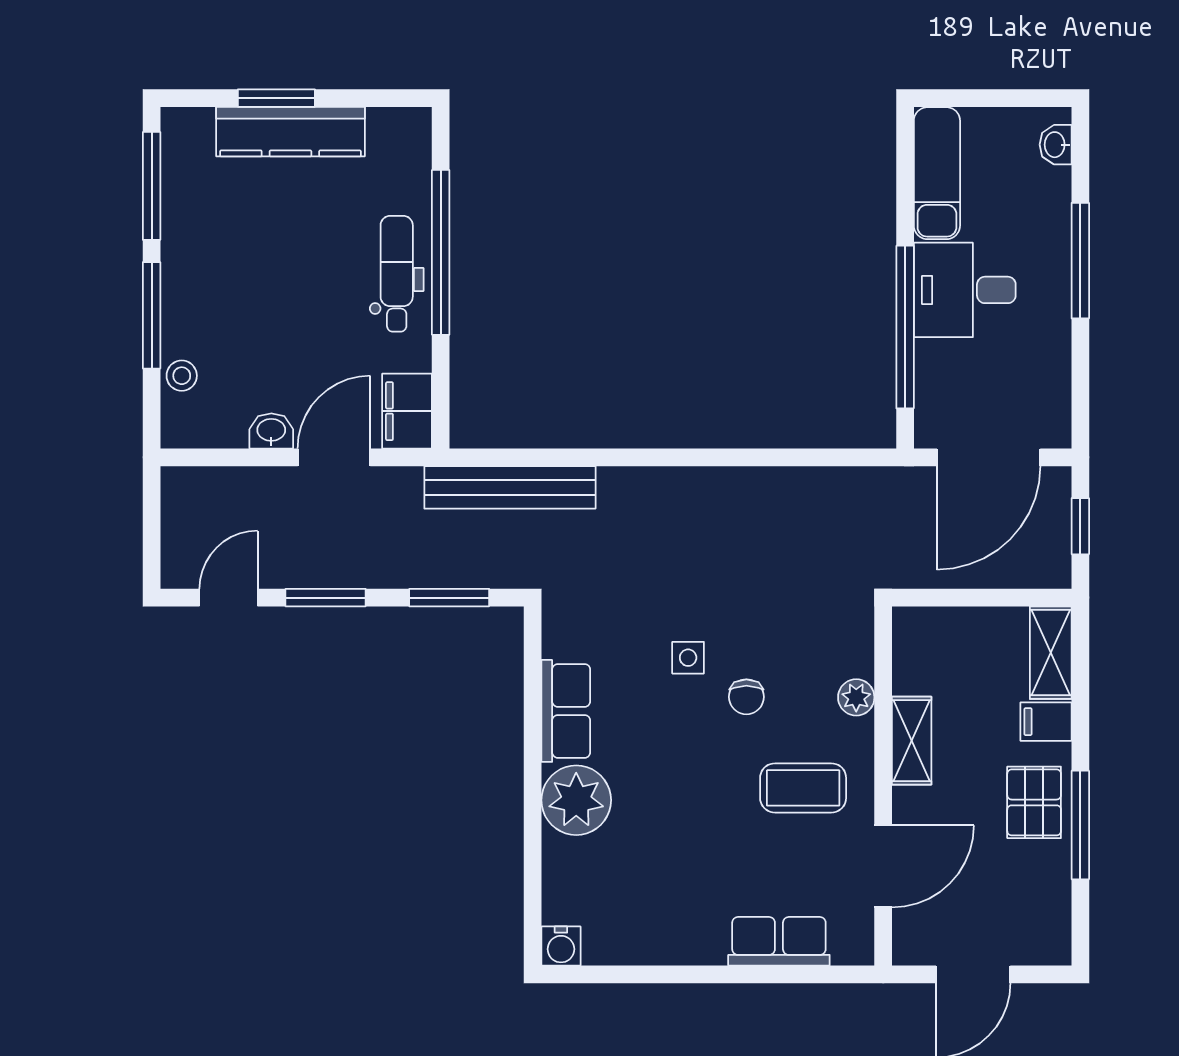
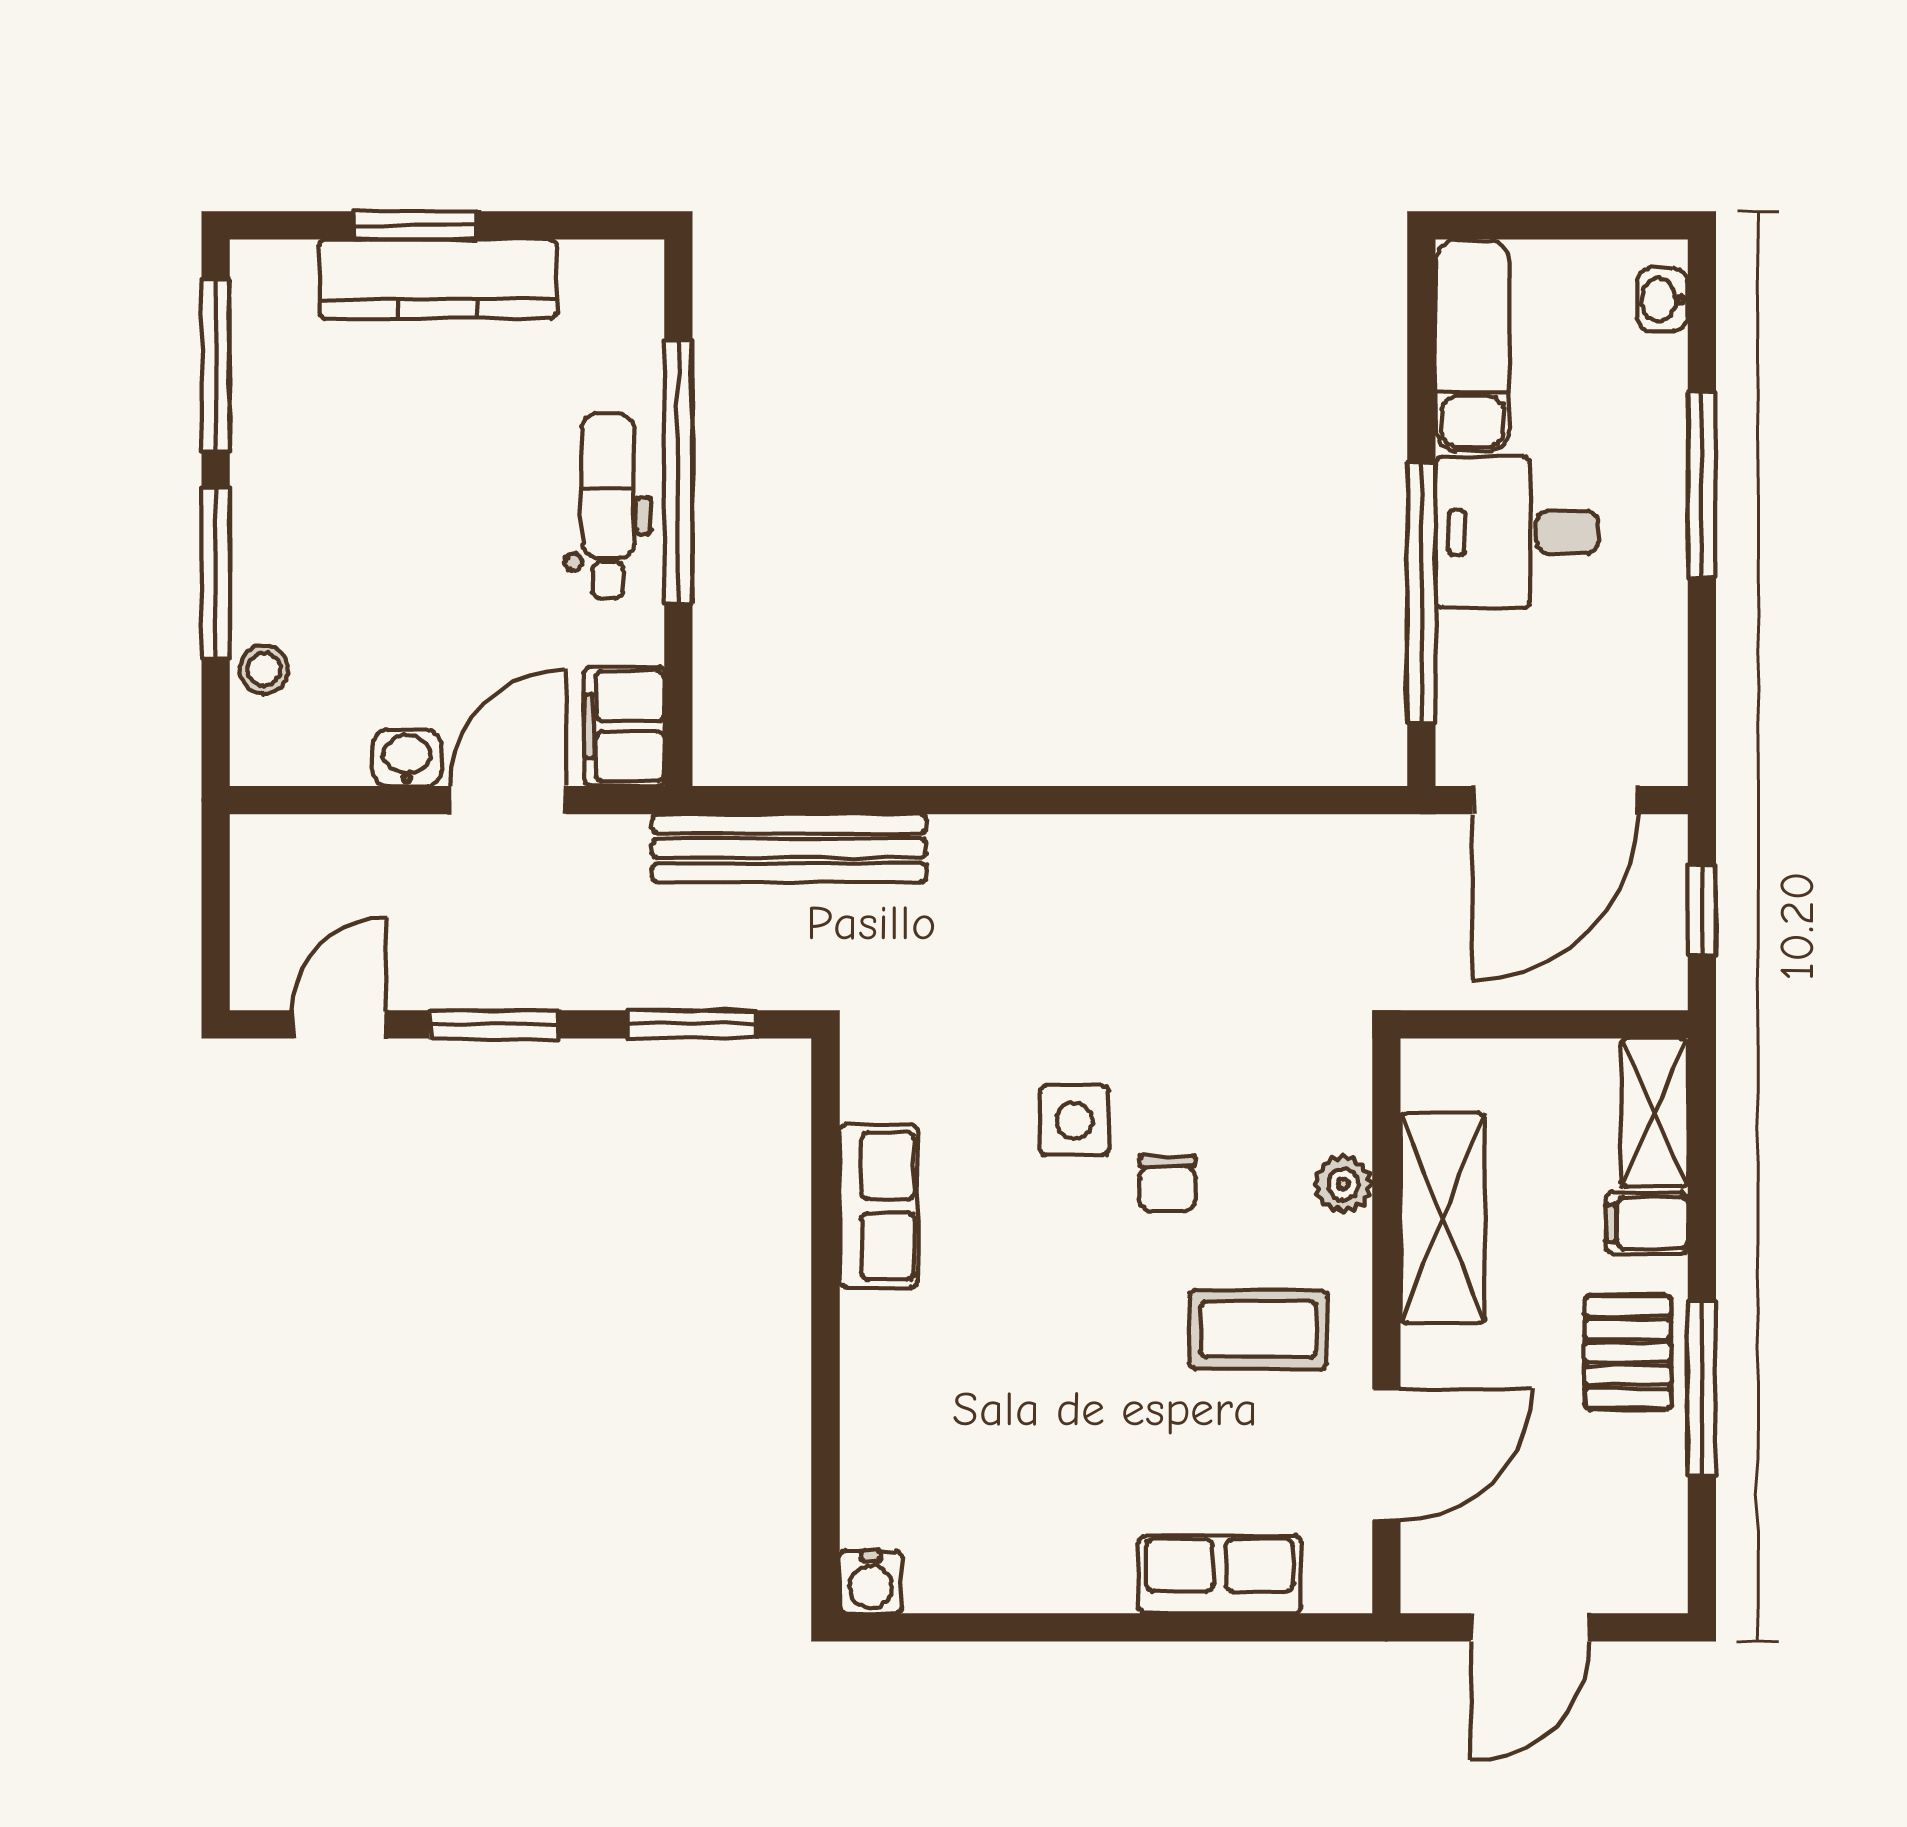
side table: (688, 658) -> (1074, 1121), width x1.37, depth x1.37
shelving: (912, 741) -> (1443, 1218), width x1.50, depth x1.33
plant: (576, 800) -> (895, 1349), removed

